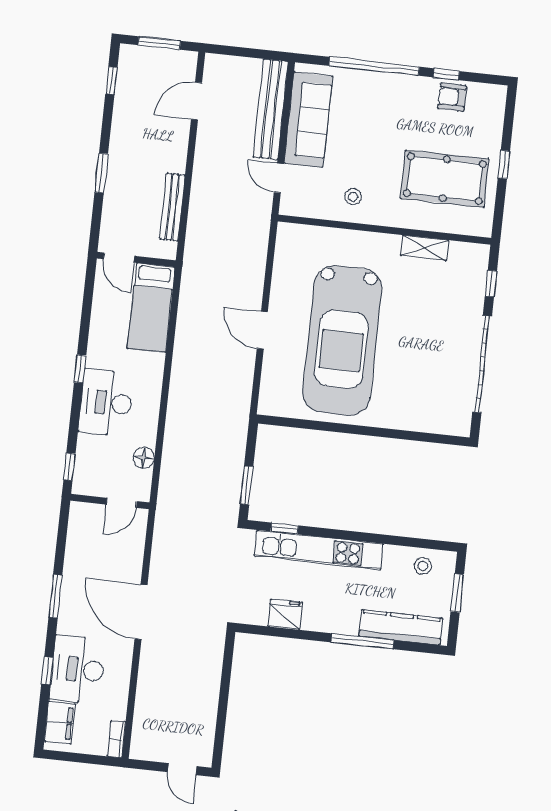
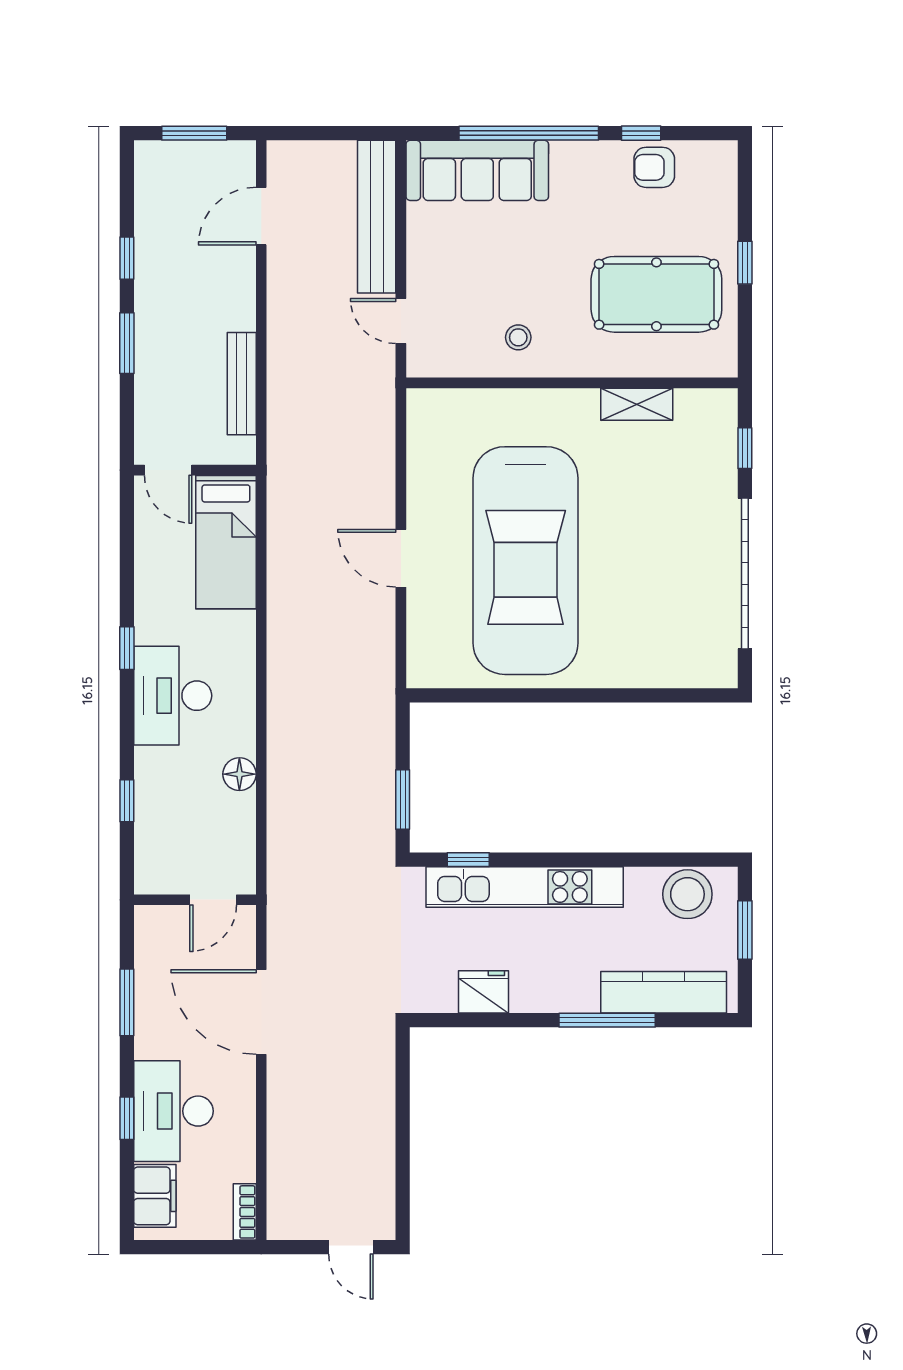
window: (111, 81) -> (127, 258), moved
sofa: (308, 120) -> (477, 170), moved, turned 90
wall: (110, 502) -> (195, 900), moved
door: (122, 503) -> (213, 900), moved
stool: (423, 566) -> (687, 894), width x1.89, depth x1.89

